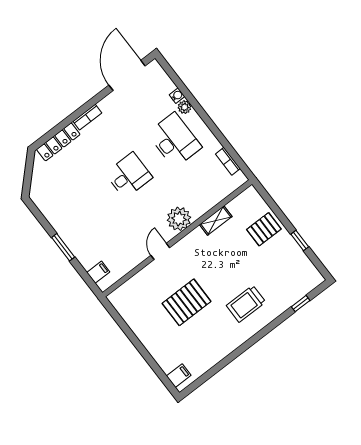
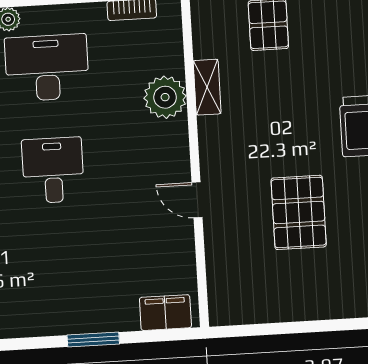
plant: (179, 219) -> (165, 97), moved
filing cabinet: (98, 272) -> (165, 313), width x2.00

